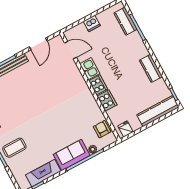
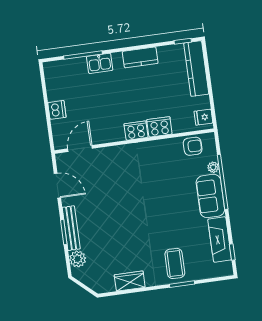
kitchen counter: (125, 21) -> (70, 67), removed
kitchen sink: (90, 69) -> (100, 63), moved, turned 180
armchair: (102, 129) -> (193, 146), turned 180

